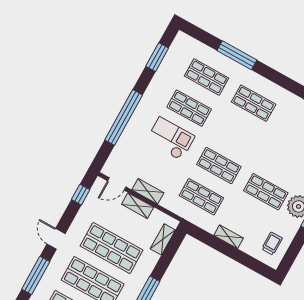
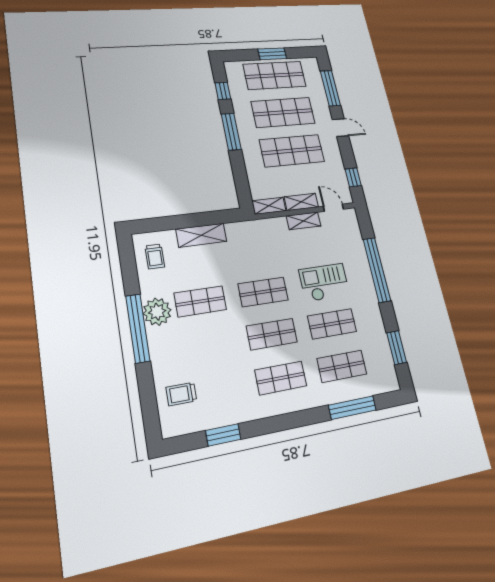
window: (237, 55) -> (352, 408), moved
checkout: (170, 139) -> (324, 282), turned 180
door: (117, 184) -> (333, 208), hinge flipped
shop shelf: (201, 197) -> (272, 334), moved
shelving: (229, 237) -> (201, 235), width x1.50, depth x1.33
shelving: (163, 239) -> (269, 206), moved, turned 90

